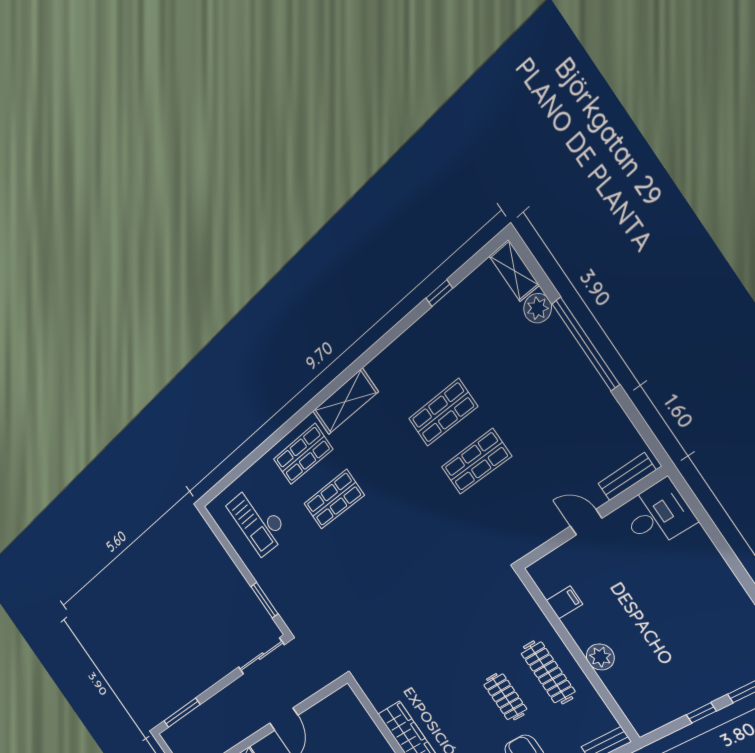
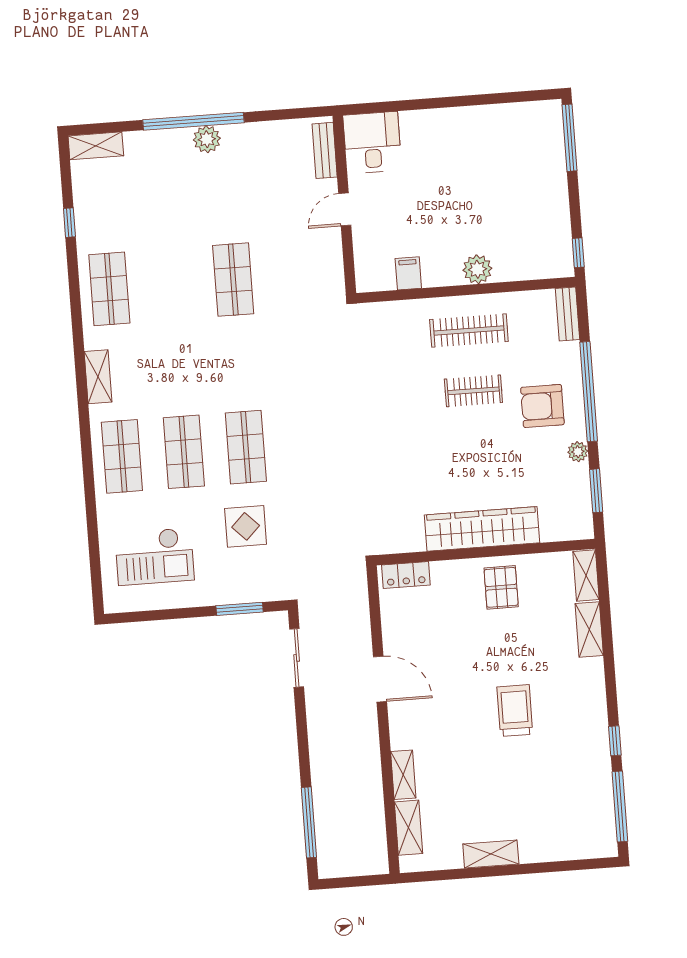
plant: (538, 308) -> (207, 139), moved
shelving: (345, 402) -> (98, 377), width x0.67, depth x0.75
shop shelf: (443, 413) -> (109, 289), moved
shop shelf: (365, 544) -> (246, 447), added
display table: (315, 575) -> (246, 526), added
sliding door: (261, 656) -> (297, 658), width x0.73
locker: (354, 706) -> (406, 575), added
window: (701, 713) -> (578, 253), moved

